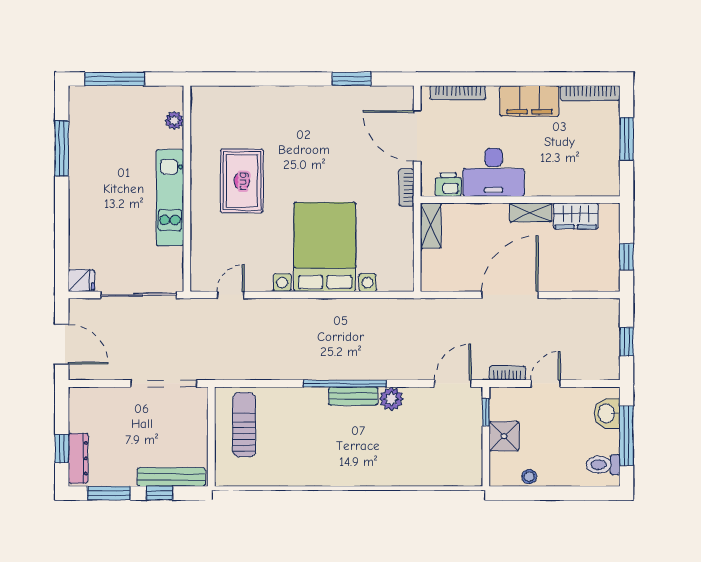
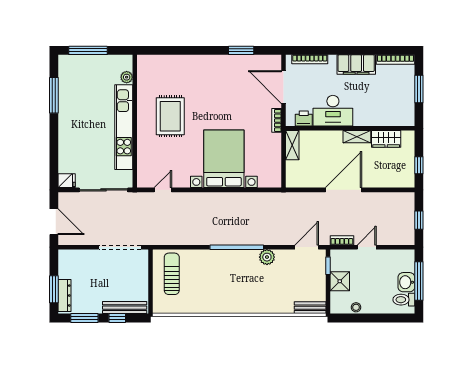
kitchen unit: (170, 198) -> (124, 127), width x1.36
bench: (353, 396) -> (310, 308), moved
washbasin: (607, 413) -> (406, 282), moved
window: (62, 449) -> (54, 289), width x1.50

